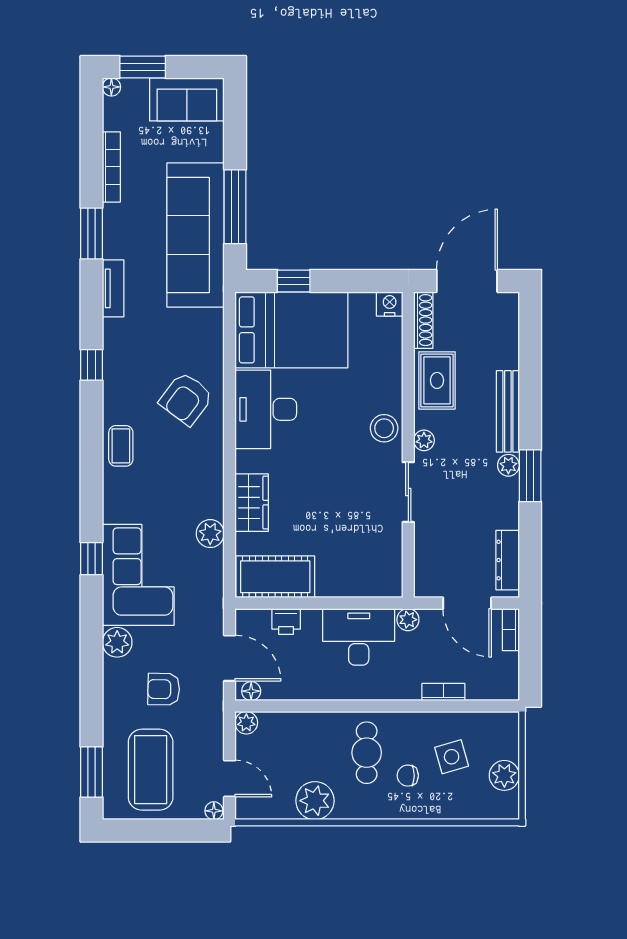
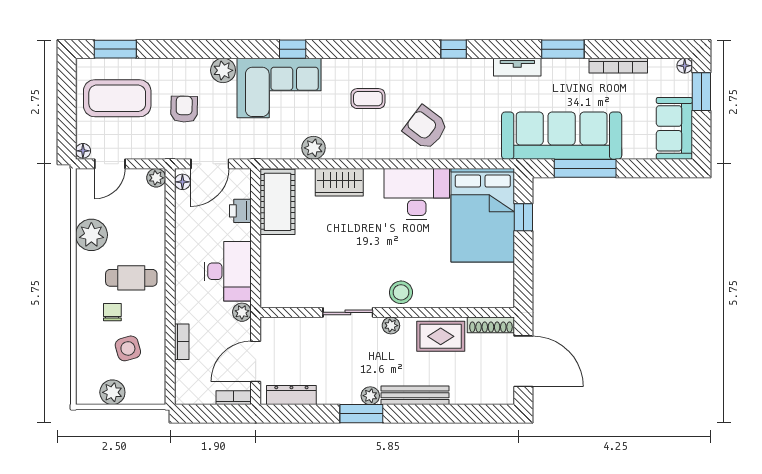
nightstand: (390, 304) -> (504, 297), removed
coffee table: (121, 446) -> (368, 99), moved

